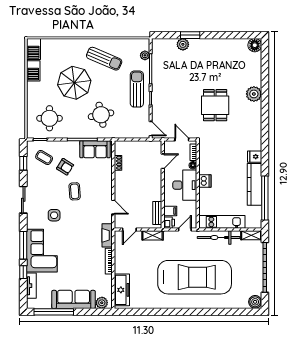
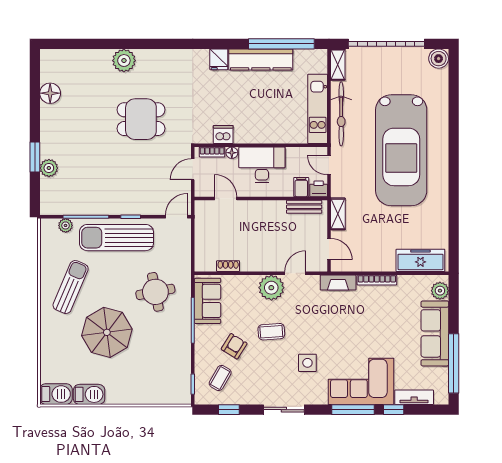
floor lamp: (255, 45) -> (50, 93), moved
sun lounger: (137, 89) -> (116, 238), width x1.36, depth x1.34
round table: (49, 118) -> (161, 370), removed
dishwasher: (205, 181) -> (223, 135), moved
plant: (104, 191) -> (271, 288), added
car: (195, 277) -> (401, 150), turned 180

